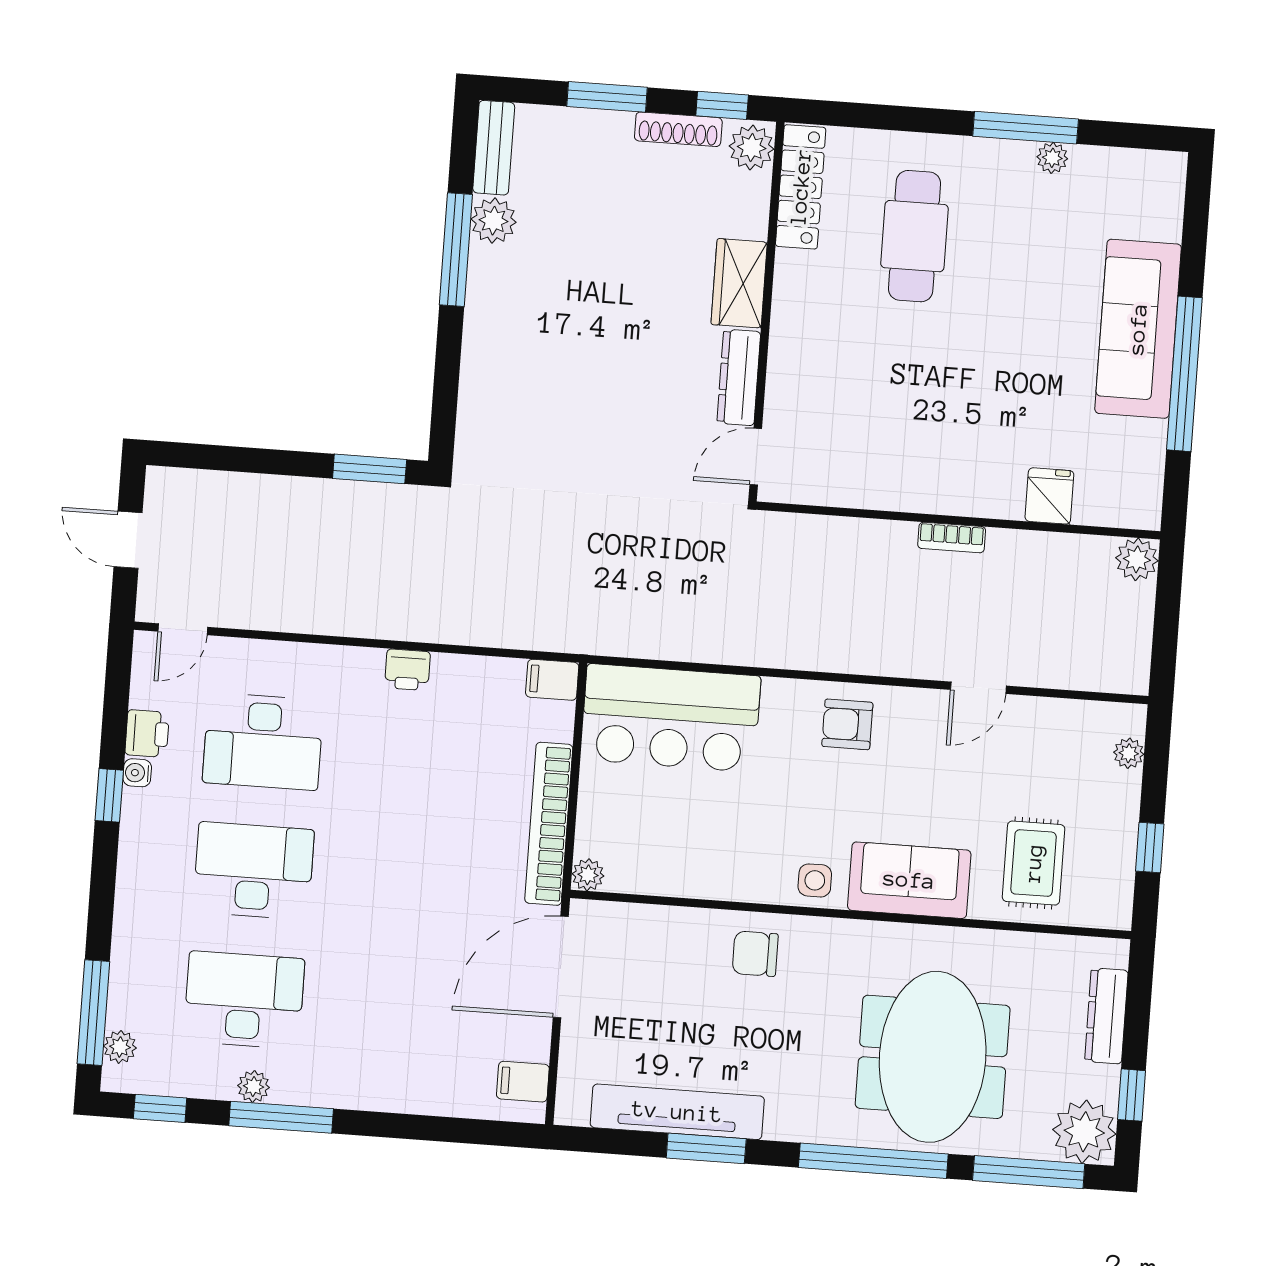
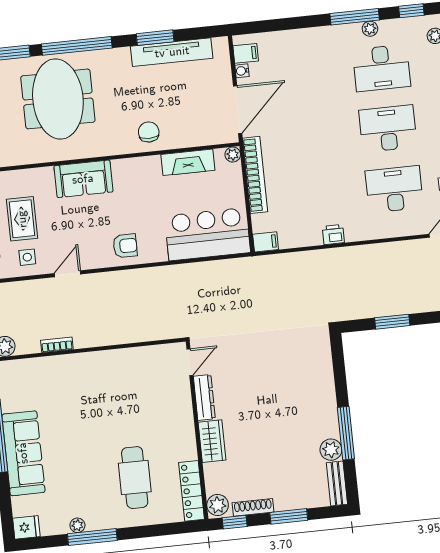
window: (370, 469) -> (392, 322), moved
fridge: (1049, 496) -> (26, 527), moved, turned -90
bookcase: (952, 538) -> (57, 345), moved
rug: (1034, 863) -> (22, 219), moved
desk: (254, 871) -> (388, 129), turned 180
fireplace: (685, 875) -> (188, 162), added
side table: (815, 880) -> (27, 257), moved
chair: (755, 954) -> (149, 132), turned -90
water cooler: (537, 1047) -> (242, 71), added

